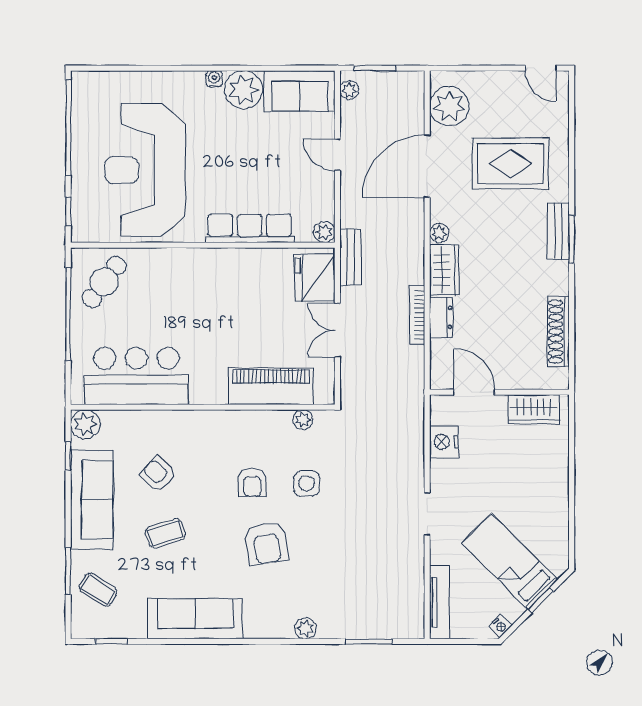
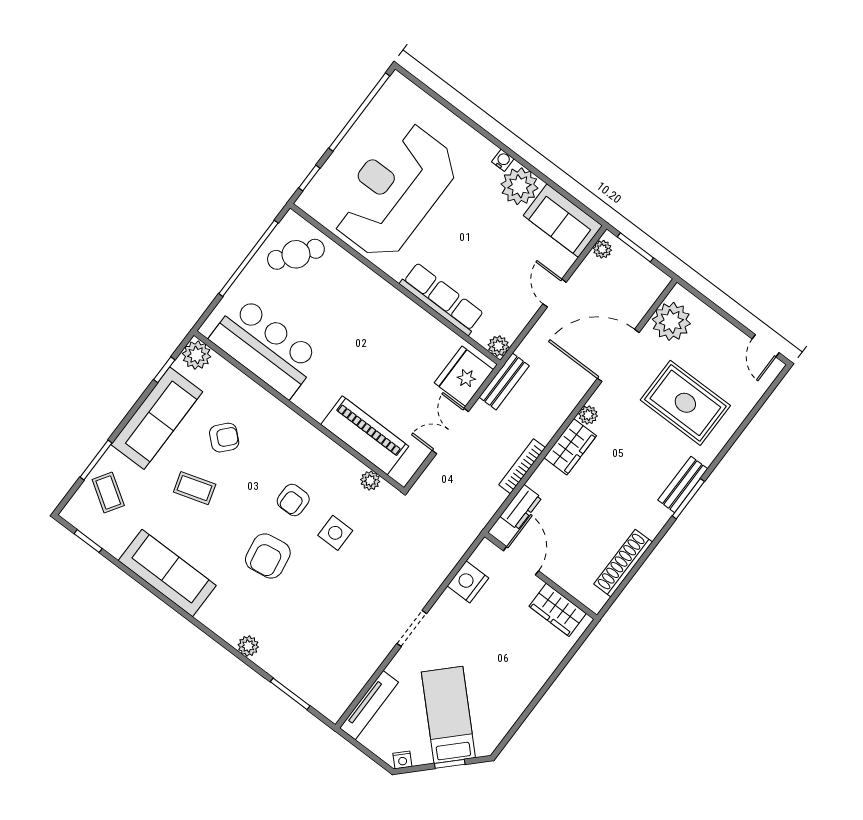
dresser: (441, 317) -> (521, 507), moved
armchair: (158, 474) -> (224, 438), turned 90

